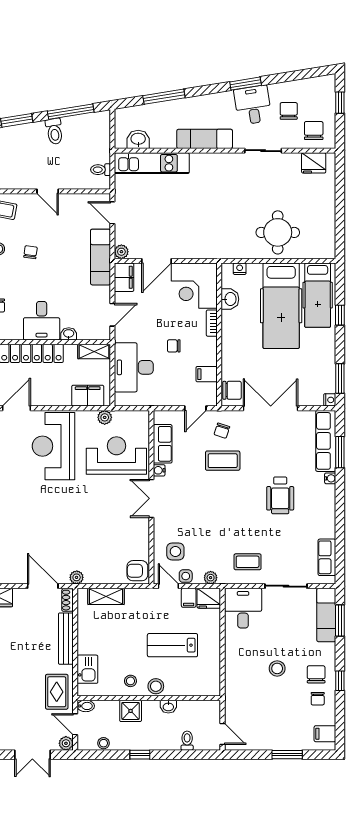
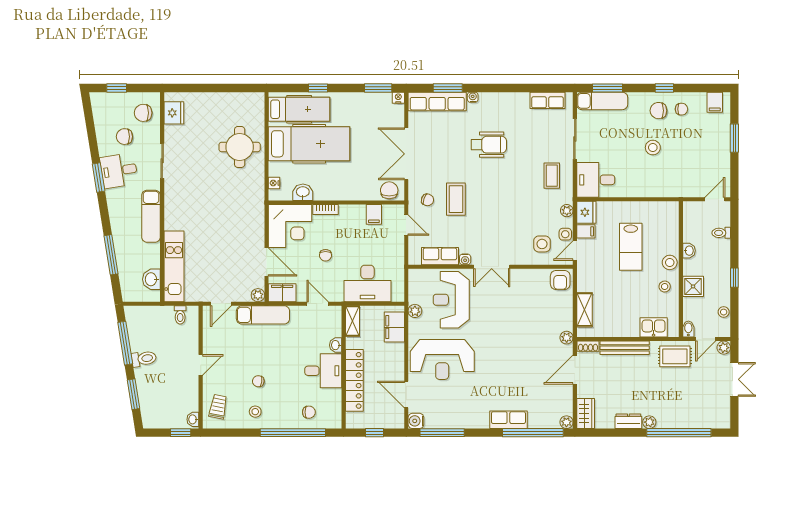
chair: (174, 346) -> (326, 255), moved

